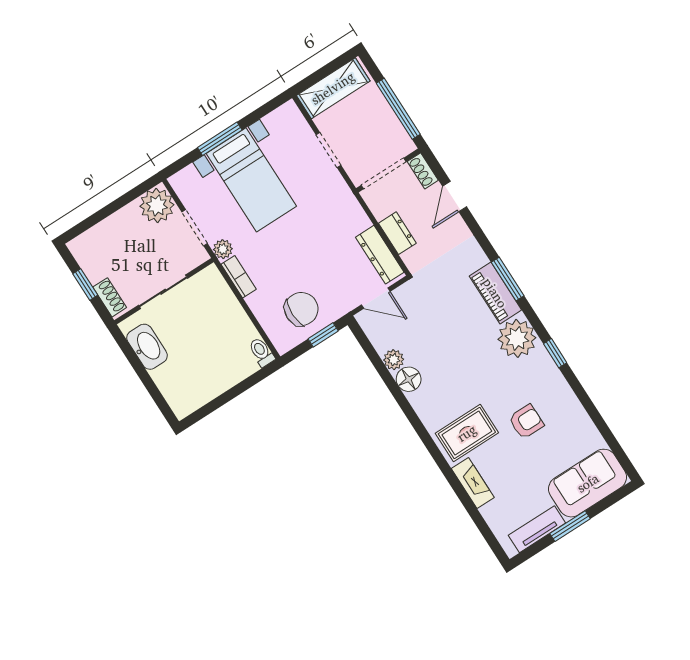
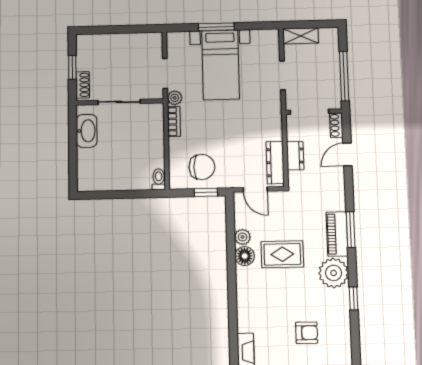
shelving: (333, 88) -> (301, 36), width x0.67, depth x0.75
plant: (157, 205) -> (150, 45), removed
rug: (467, 433) -> (282, 254), moved

